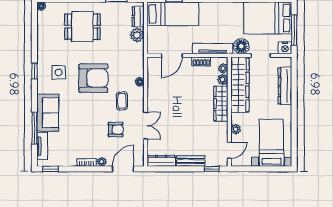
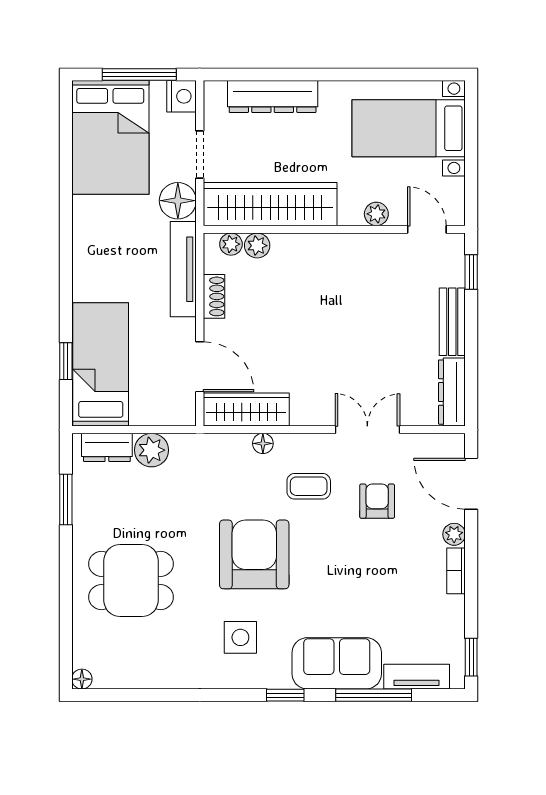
dining table: (82, 27) -> (131, 581), turned 90
window: (34, 71) -> (285, 695), moved
wardrobe: (221, 104) -> (246, 410), moved, turned 180

